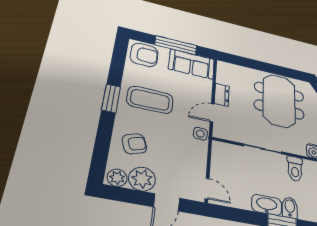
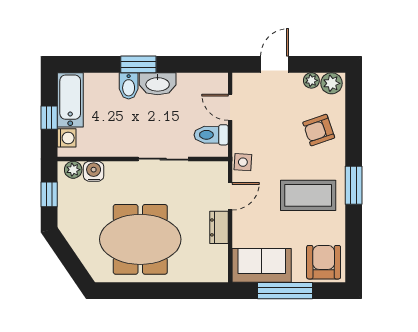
armchair: (144, 55) -> (324, 262), turned 90
meeting table: (279, 101) -> (140, 239), turned 90
toilet: (295, 169) -> (211, 135), moved, turned -90
plant: (142, 179) -> (311, 80), width x0.53, depth x0.53
door: (207, 189) -> (230, 107), moved

